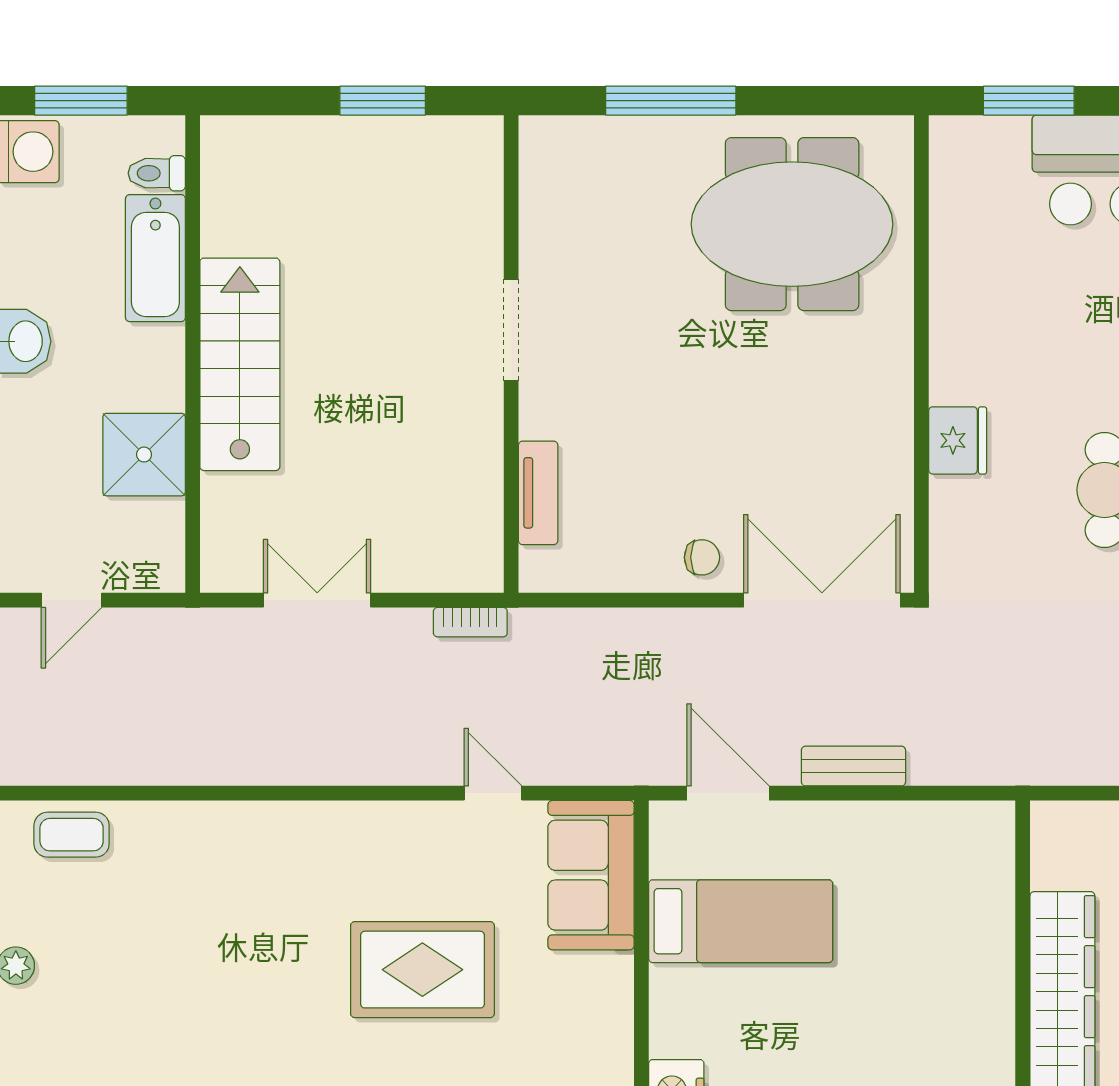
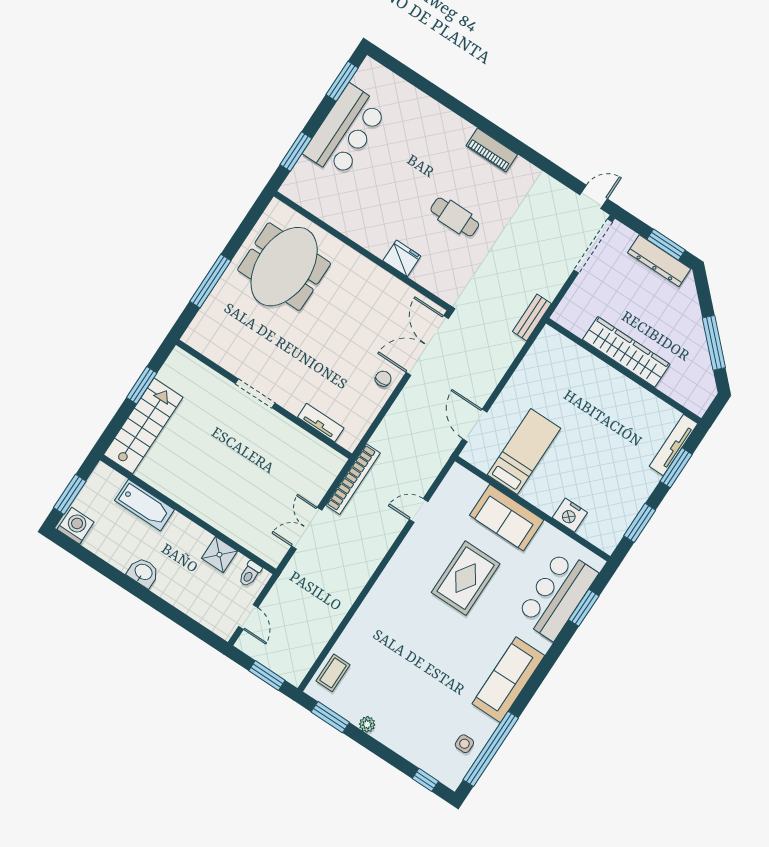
toilet: (157, 173) -> (250, 574), moved
stairs: (240, 364) -> (143, 426), moved, turned 90
shower: (144, 455) -> (219, 555), width x0.73, depth x0.73
bookcase: (470, 622) -> (353, 479), width x2.31, depth x1.31
bench: (853, 766) -> (532, 317), moved
door: (728, 793) -> (475, 426), hinge flipped
sofa: (591, 875) -> (507, 518), moved

